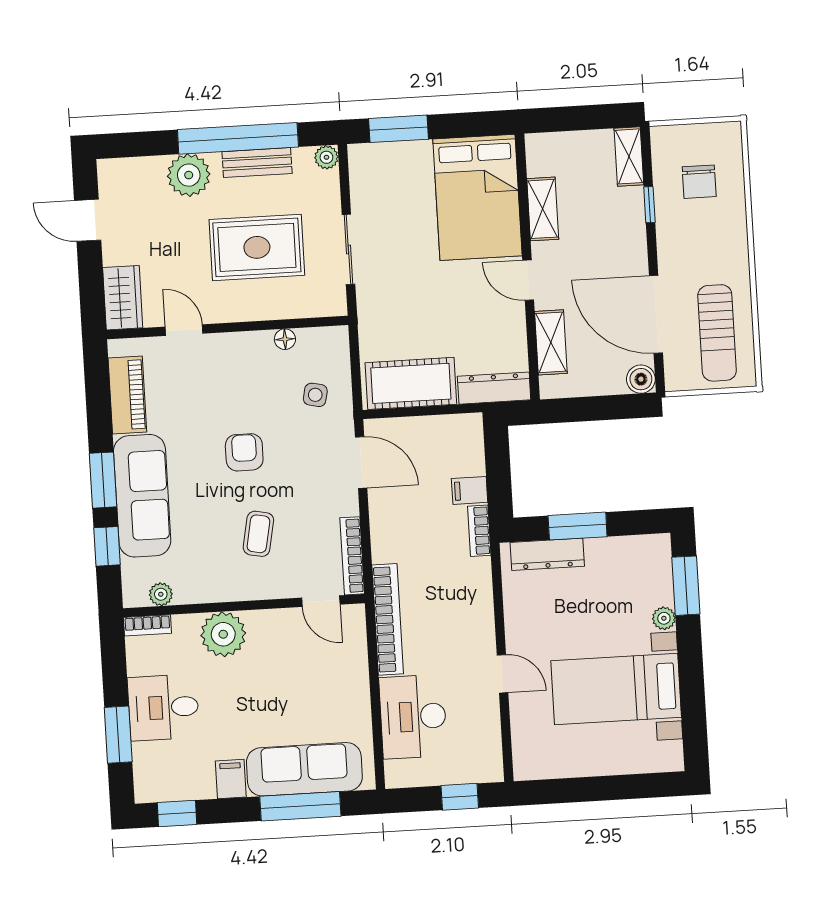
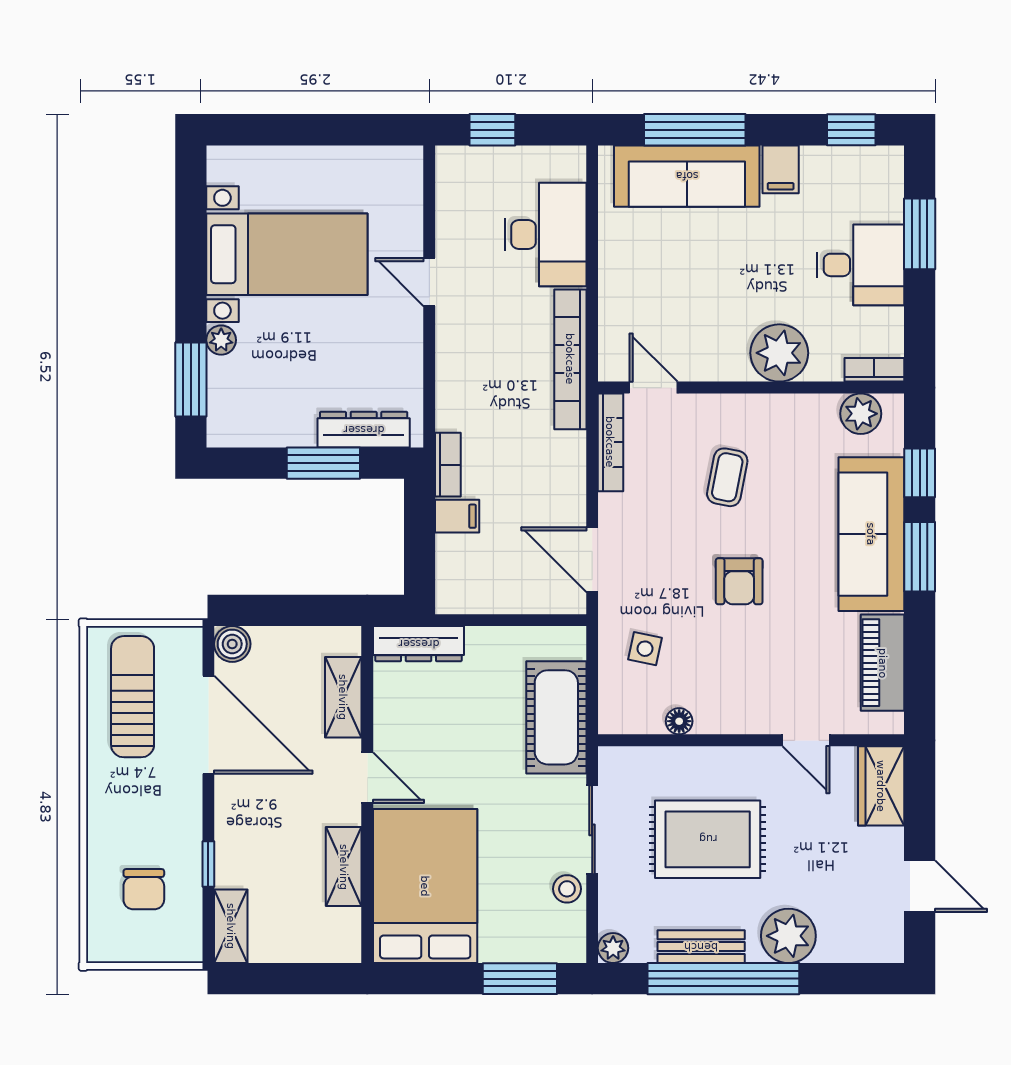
chair: (699, 182) -> (144, 889), turned 180
stool: (366, 202) -> (567, 889), added
cot: (411, 383) -> (556, 717), moved, turned 90
plant: (161, 594) -> (861, 414), width x1.38, depth x1.38

